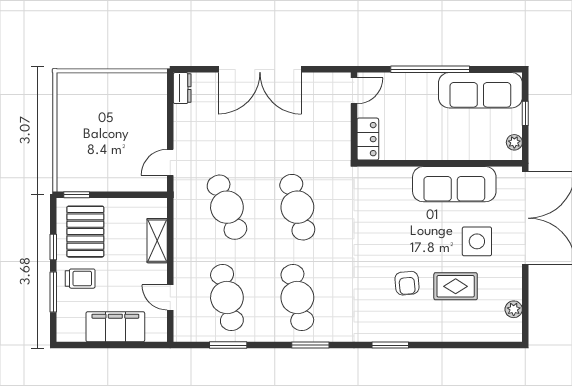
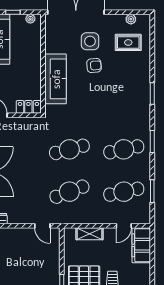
sofa: (454, 184) -> (56, 79), moved
armchair: (407, 283) -> (94, 66), moved
rug: (456, 286) -> (128, 42), moved, turned 90
filing cabinet: (115, 327) -> (141, 245), moved

